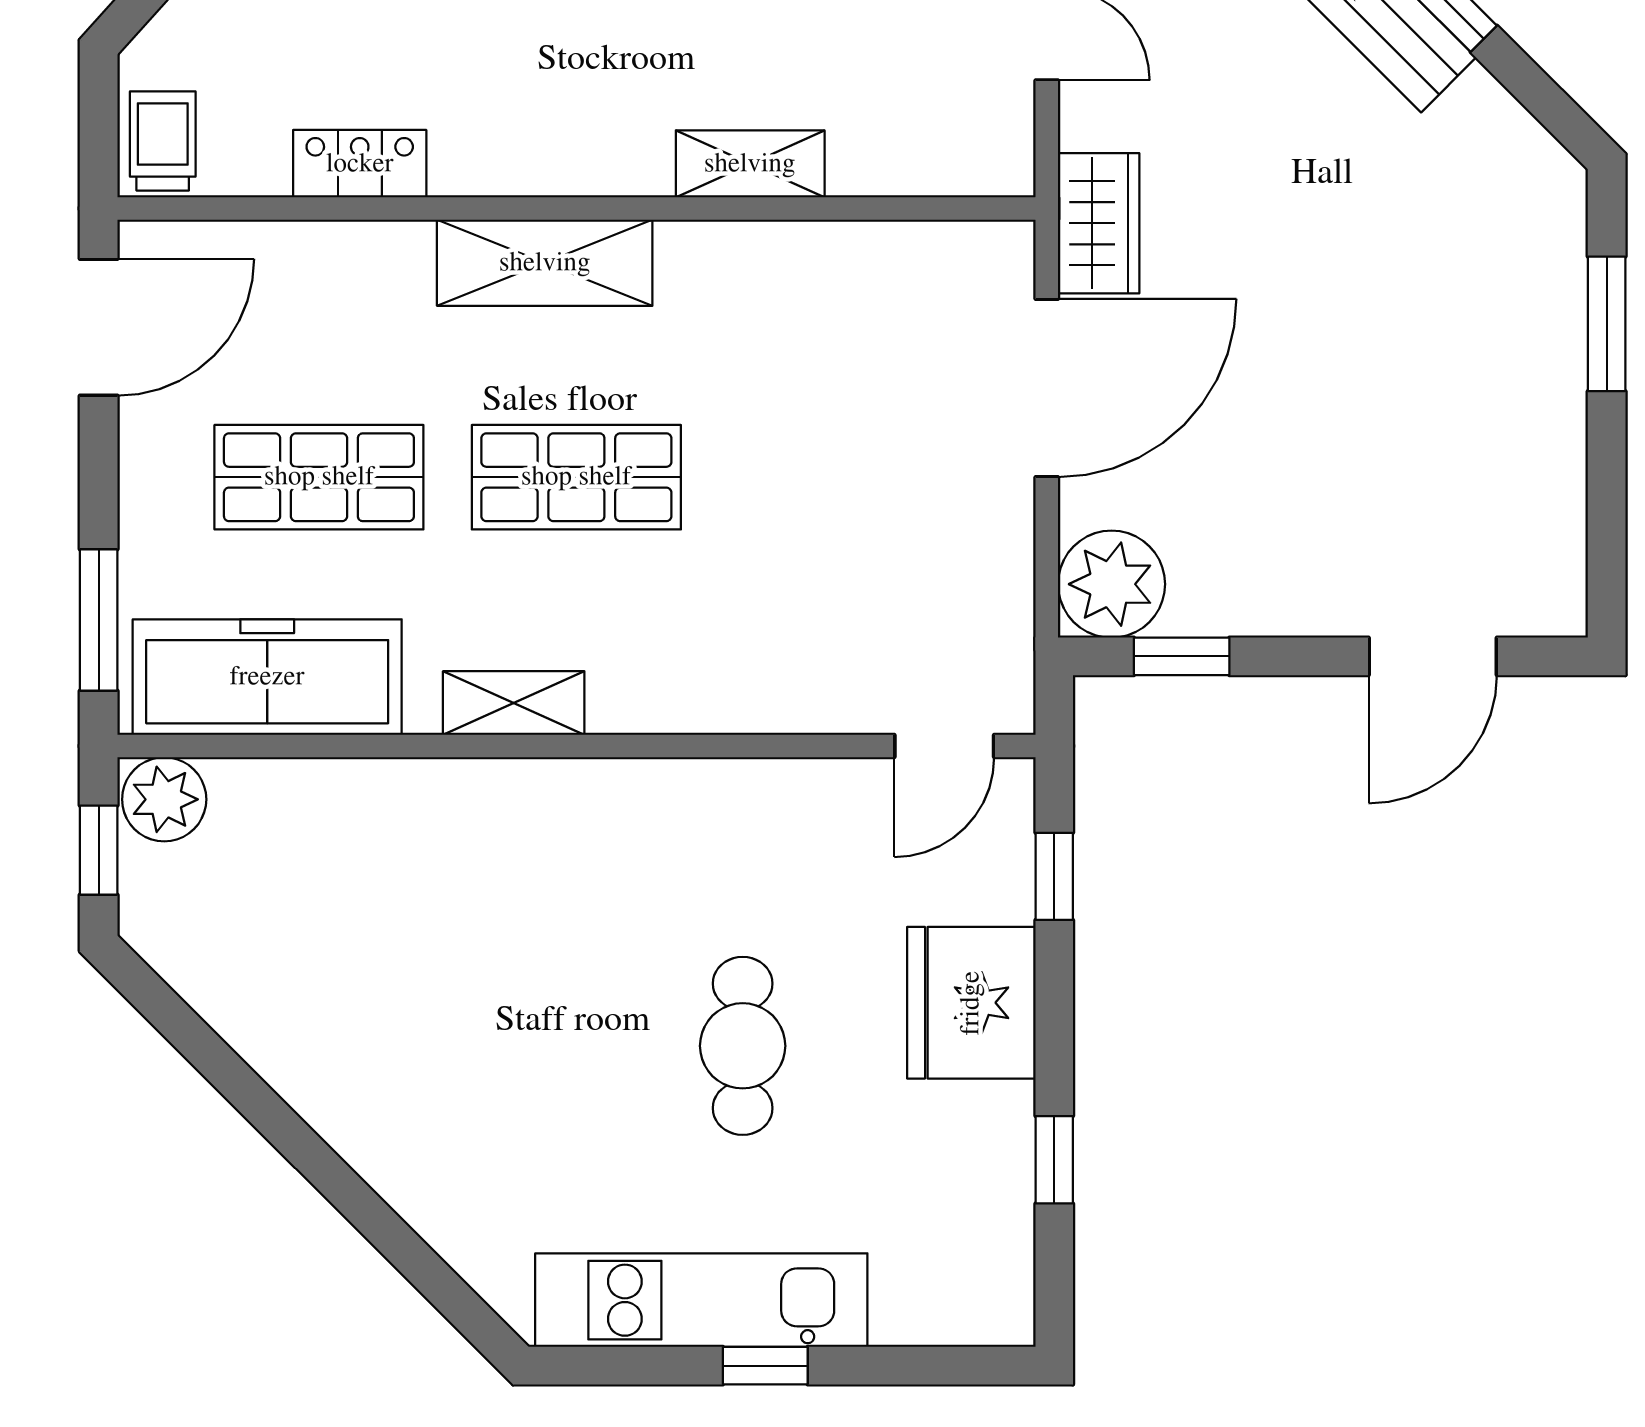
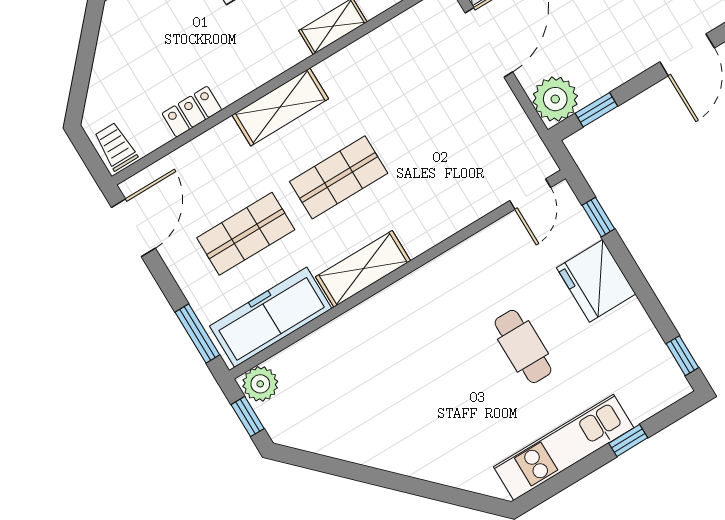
shelving: (514, 703) -> (363, 269), width x1.50, depth x1.33
window: (1054, 1160) -> (682, 356), moved
window: (765, 1366) -> (628, 440), moved

